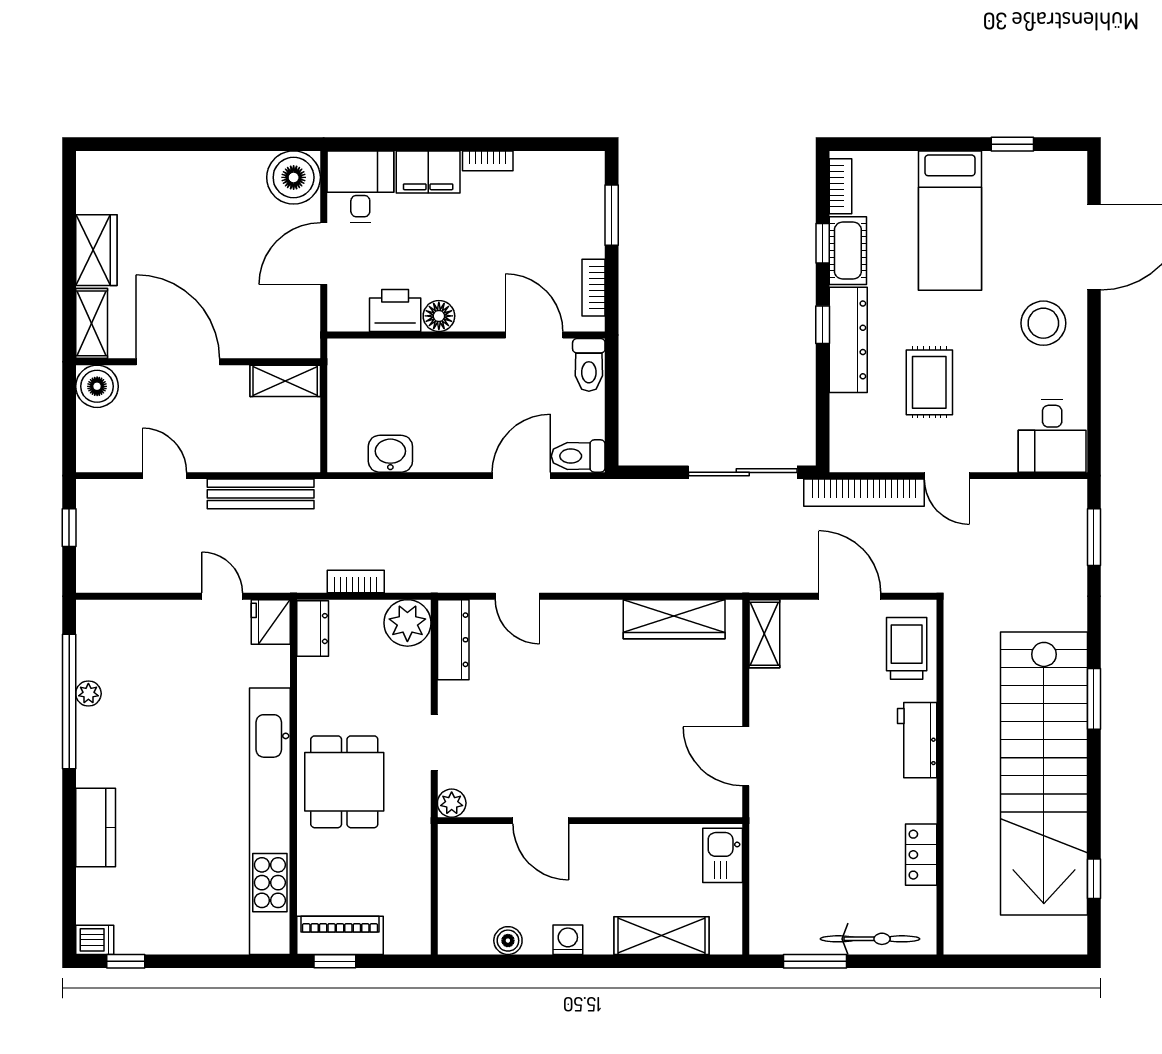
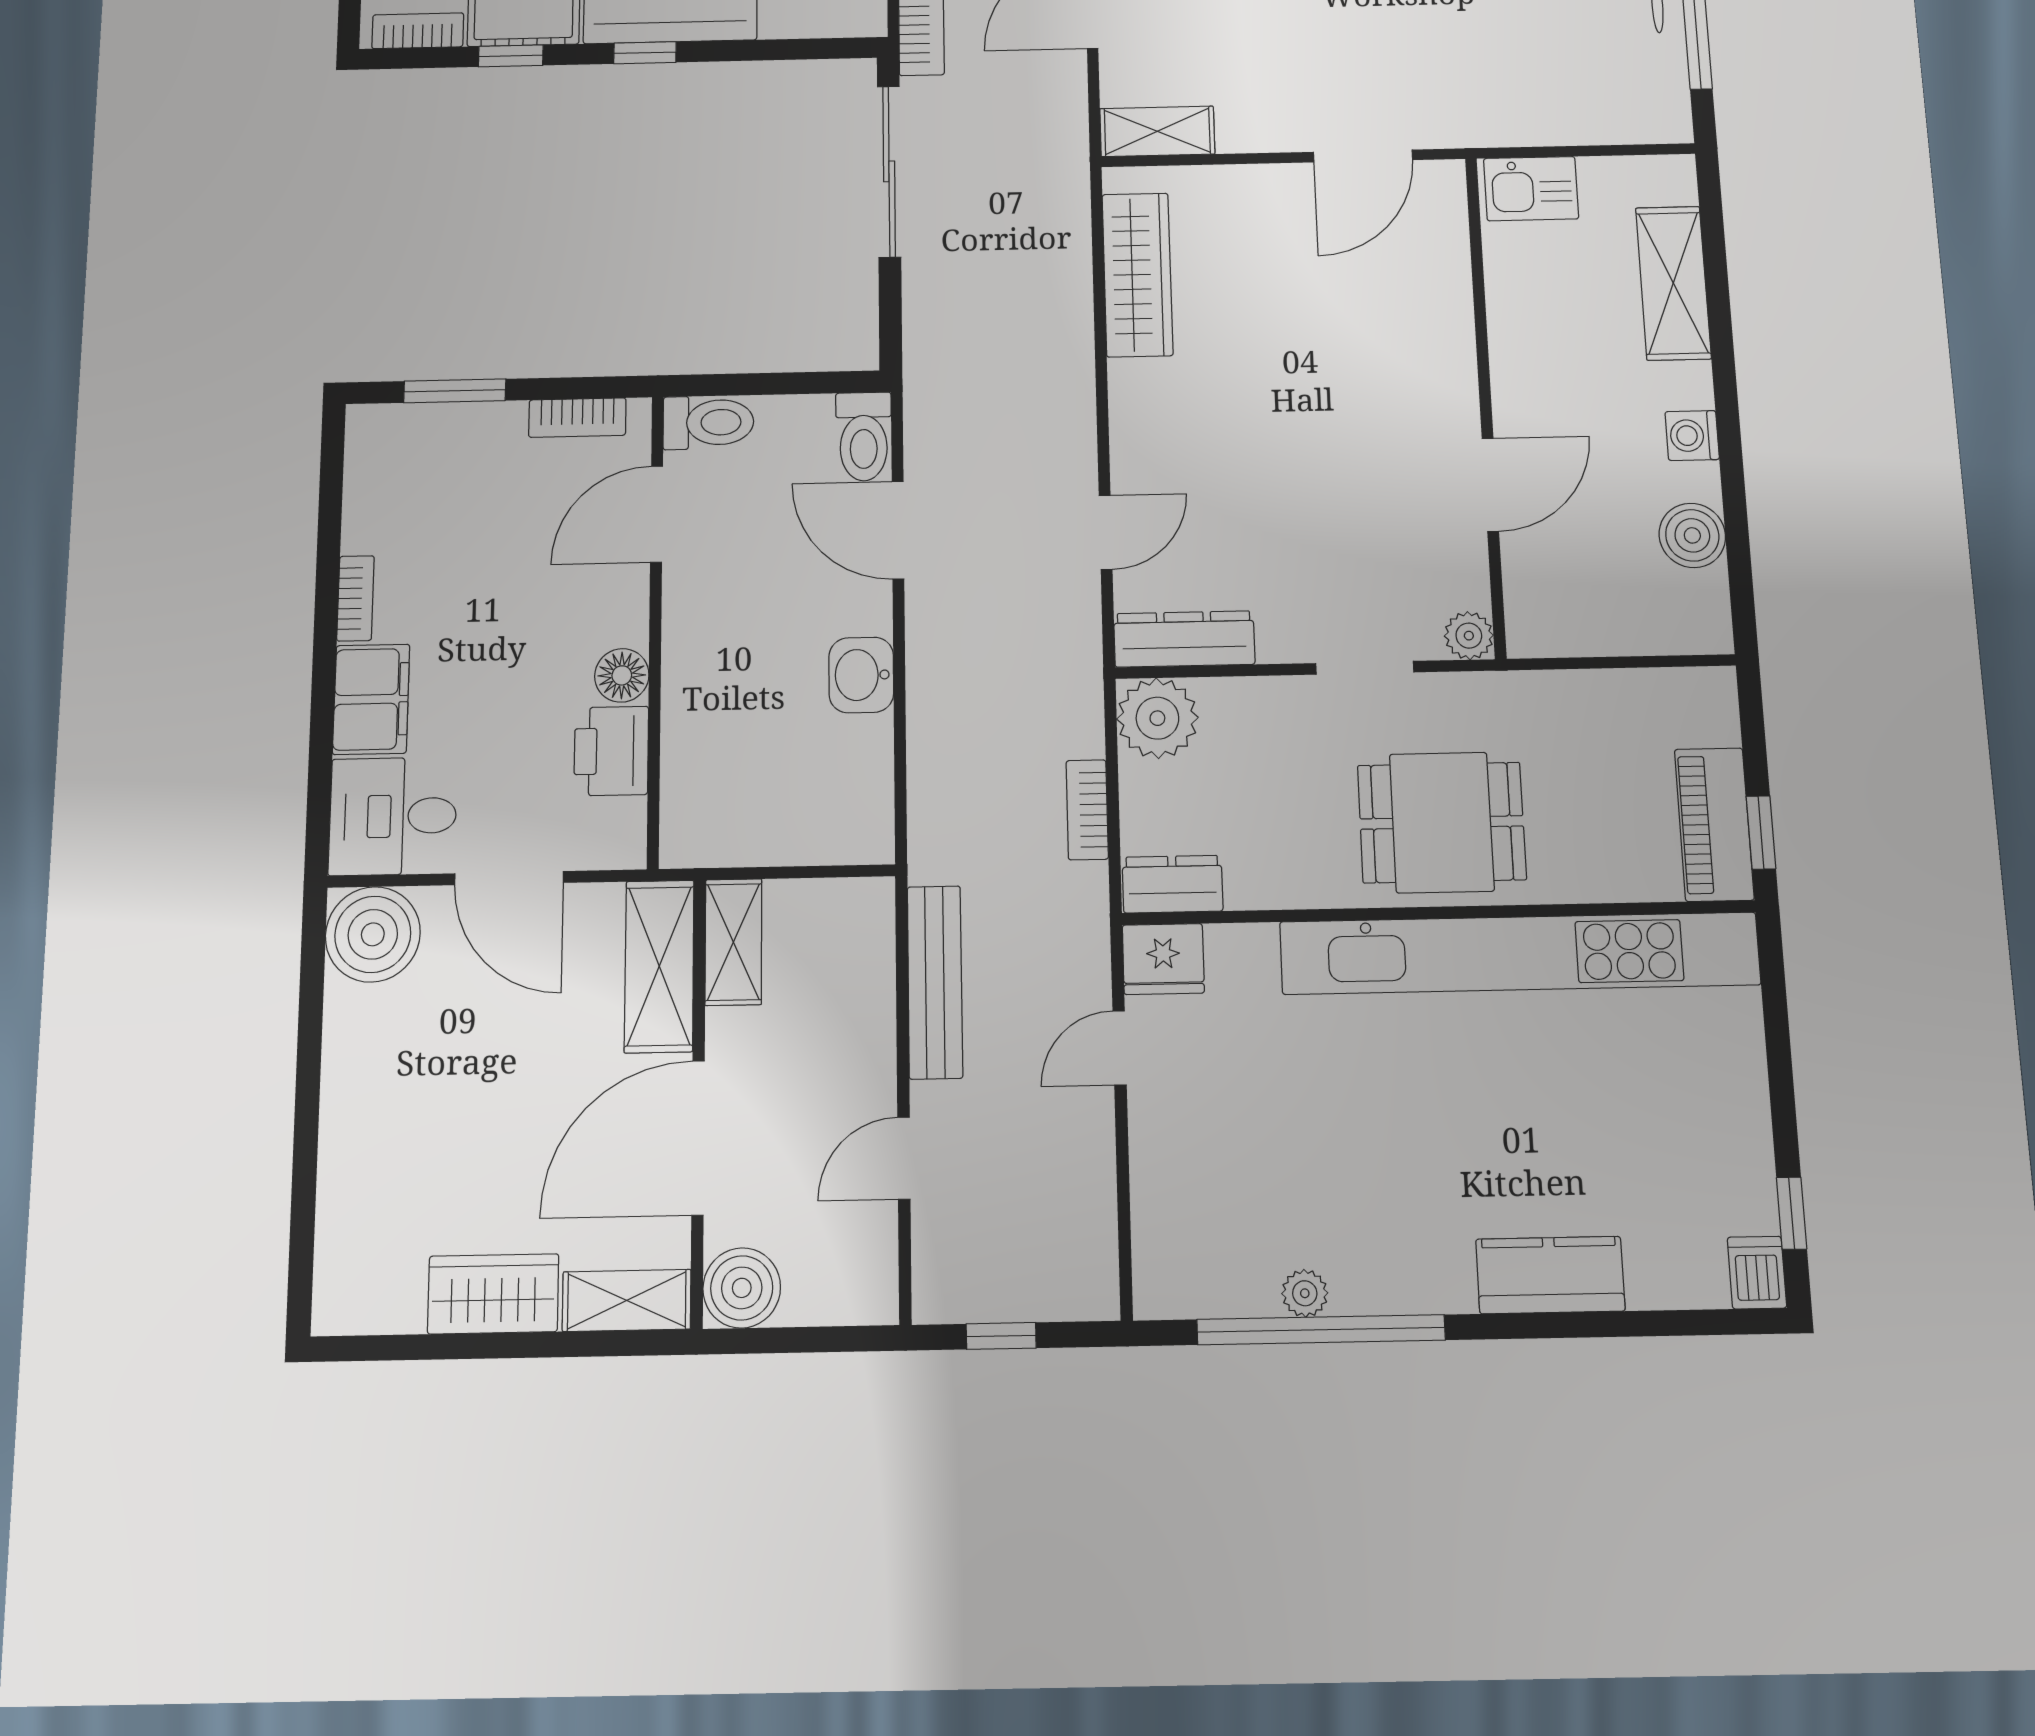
shelving: (273, 339) -> (659, 966), added
washbasin: (390, 454) -> (861, 675), moved
boiler: (508, 941) -> (1692, 535), width x1.36, depth x1.36

